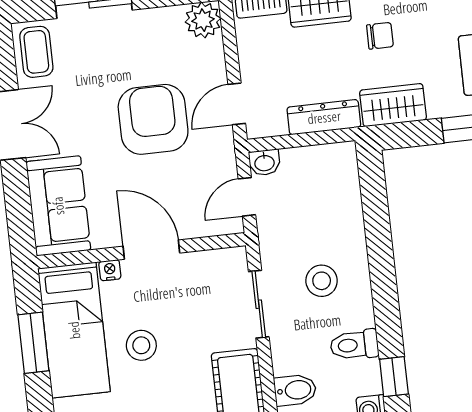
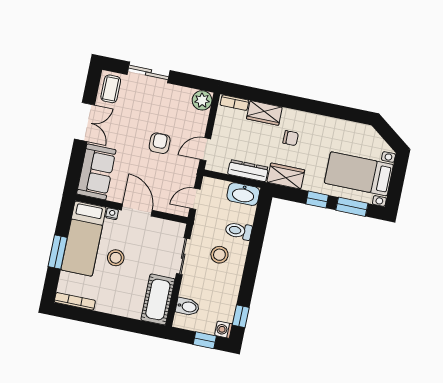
armchair: (153, 119) -> (160, 143), width x0.53, depth x0.53
washbasin: (264, 162) -> (243, 194), moved, width x1.91, depth x1.45
window: (33, 343) -> (58, 252), moved
toilet: (354, 345) -> (239, 231), moved

